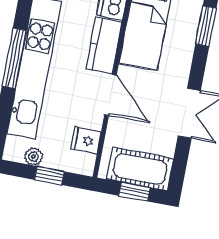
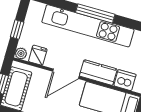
plant: (34, 156) -> (21, 53), moved

